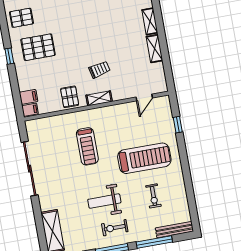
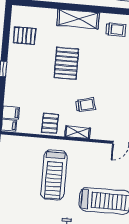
pallet: (38, 47) -> (66, 63), moved, turned 90
treadmill: (87, 146) -> (54, 175), width x1.37, depth x1.38

